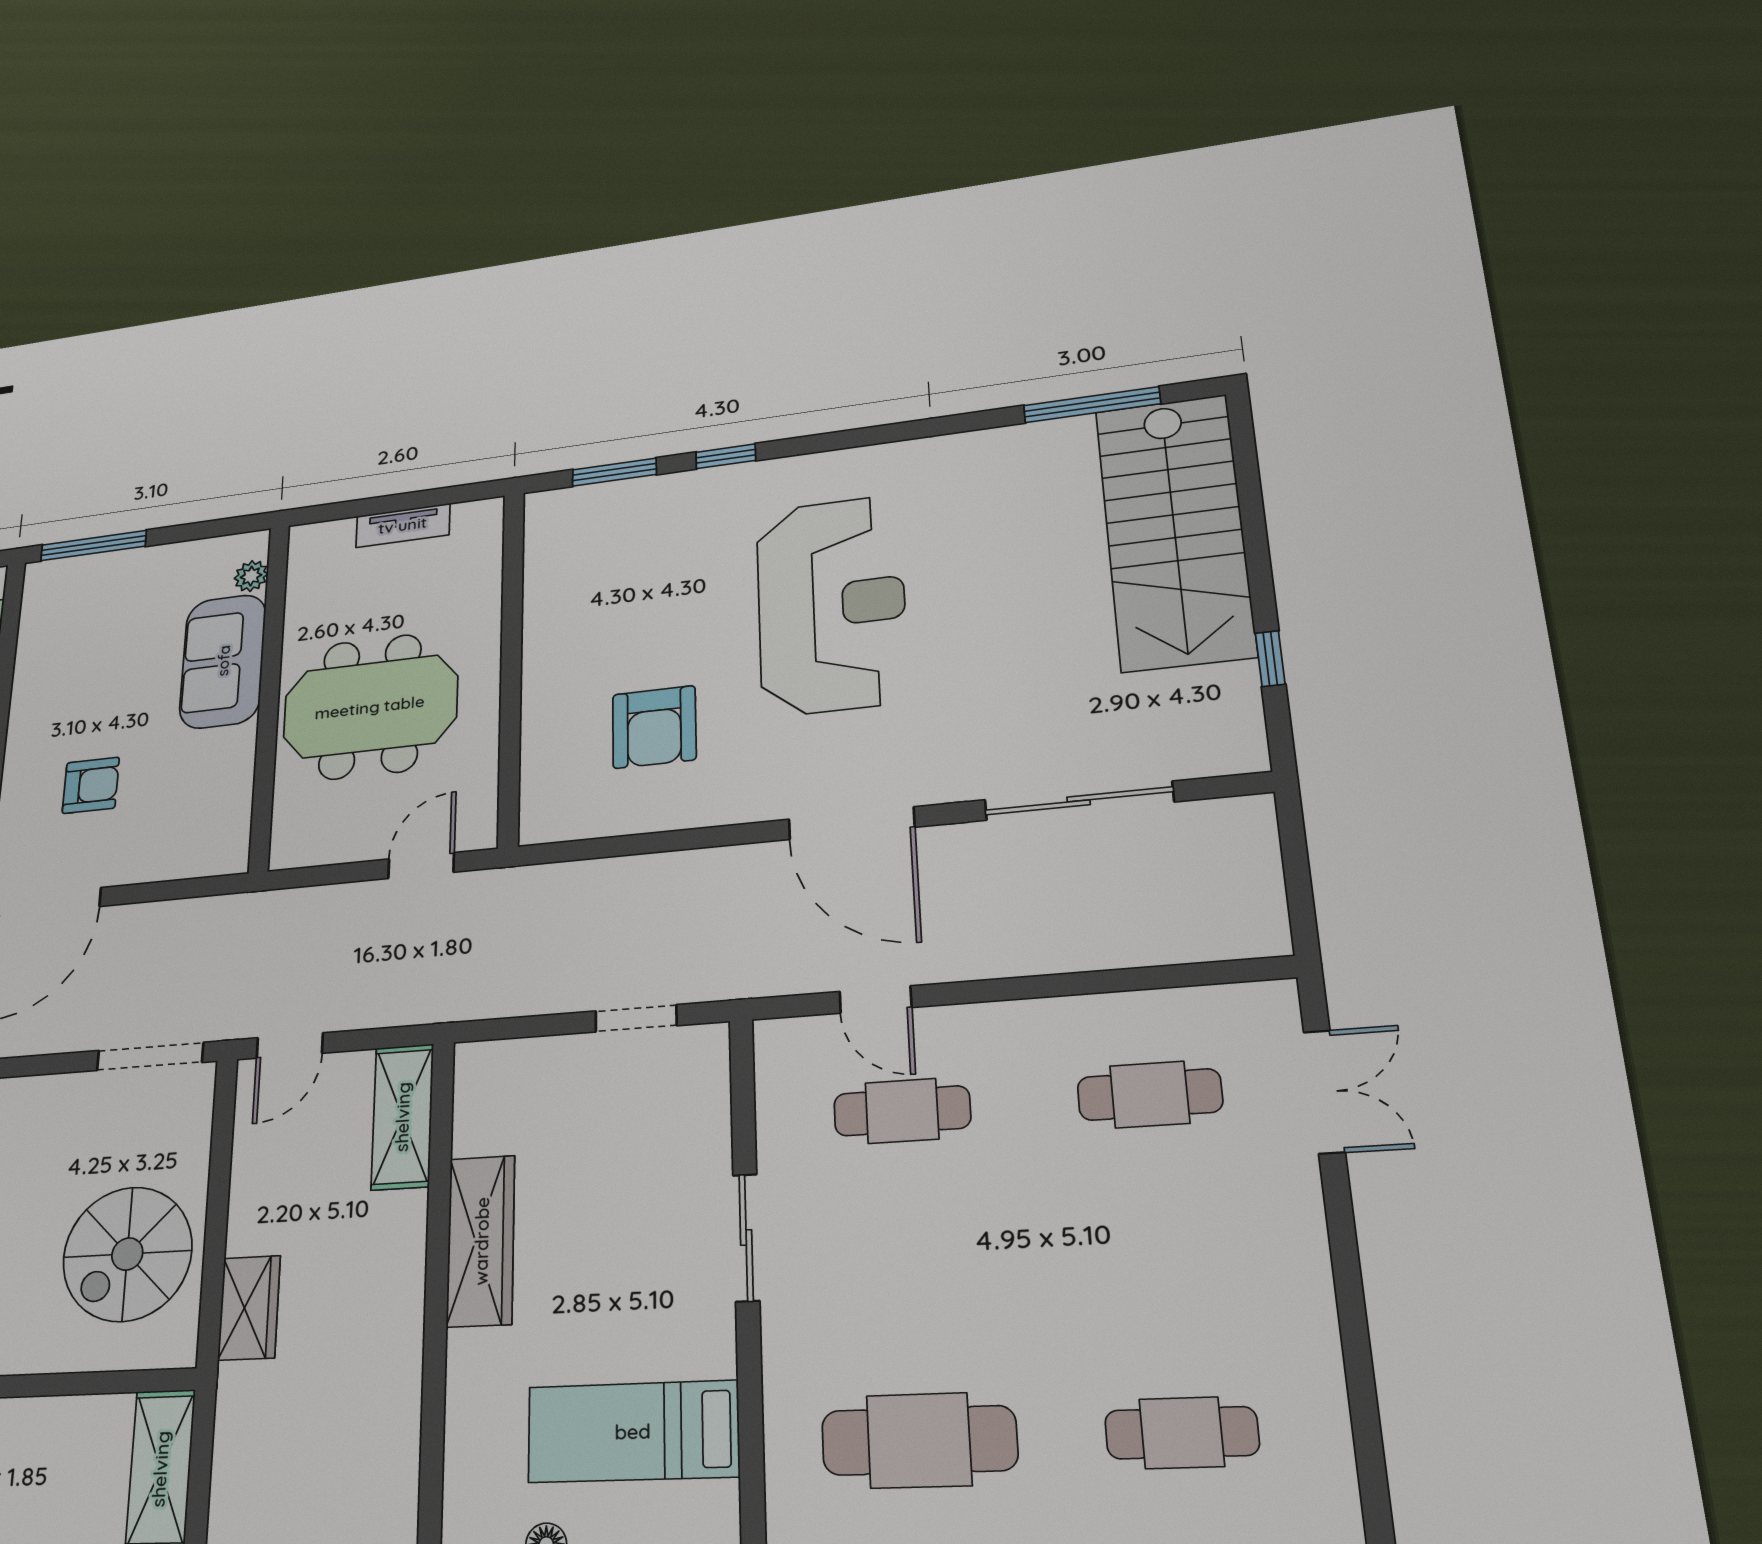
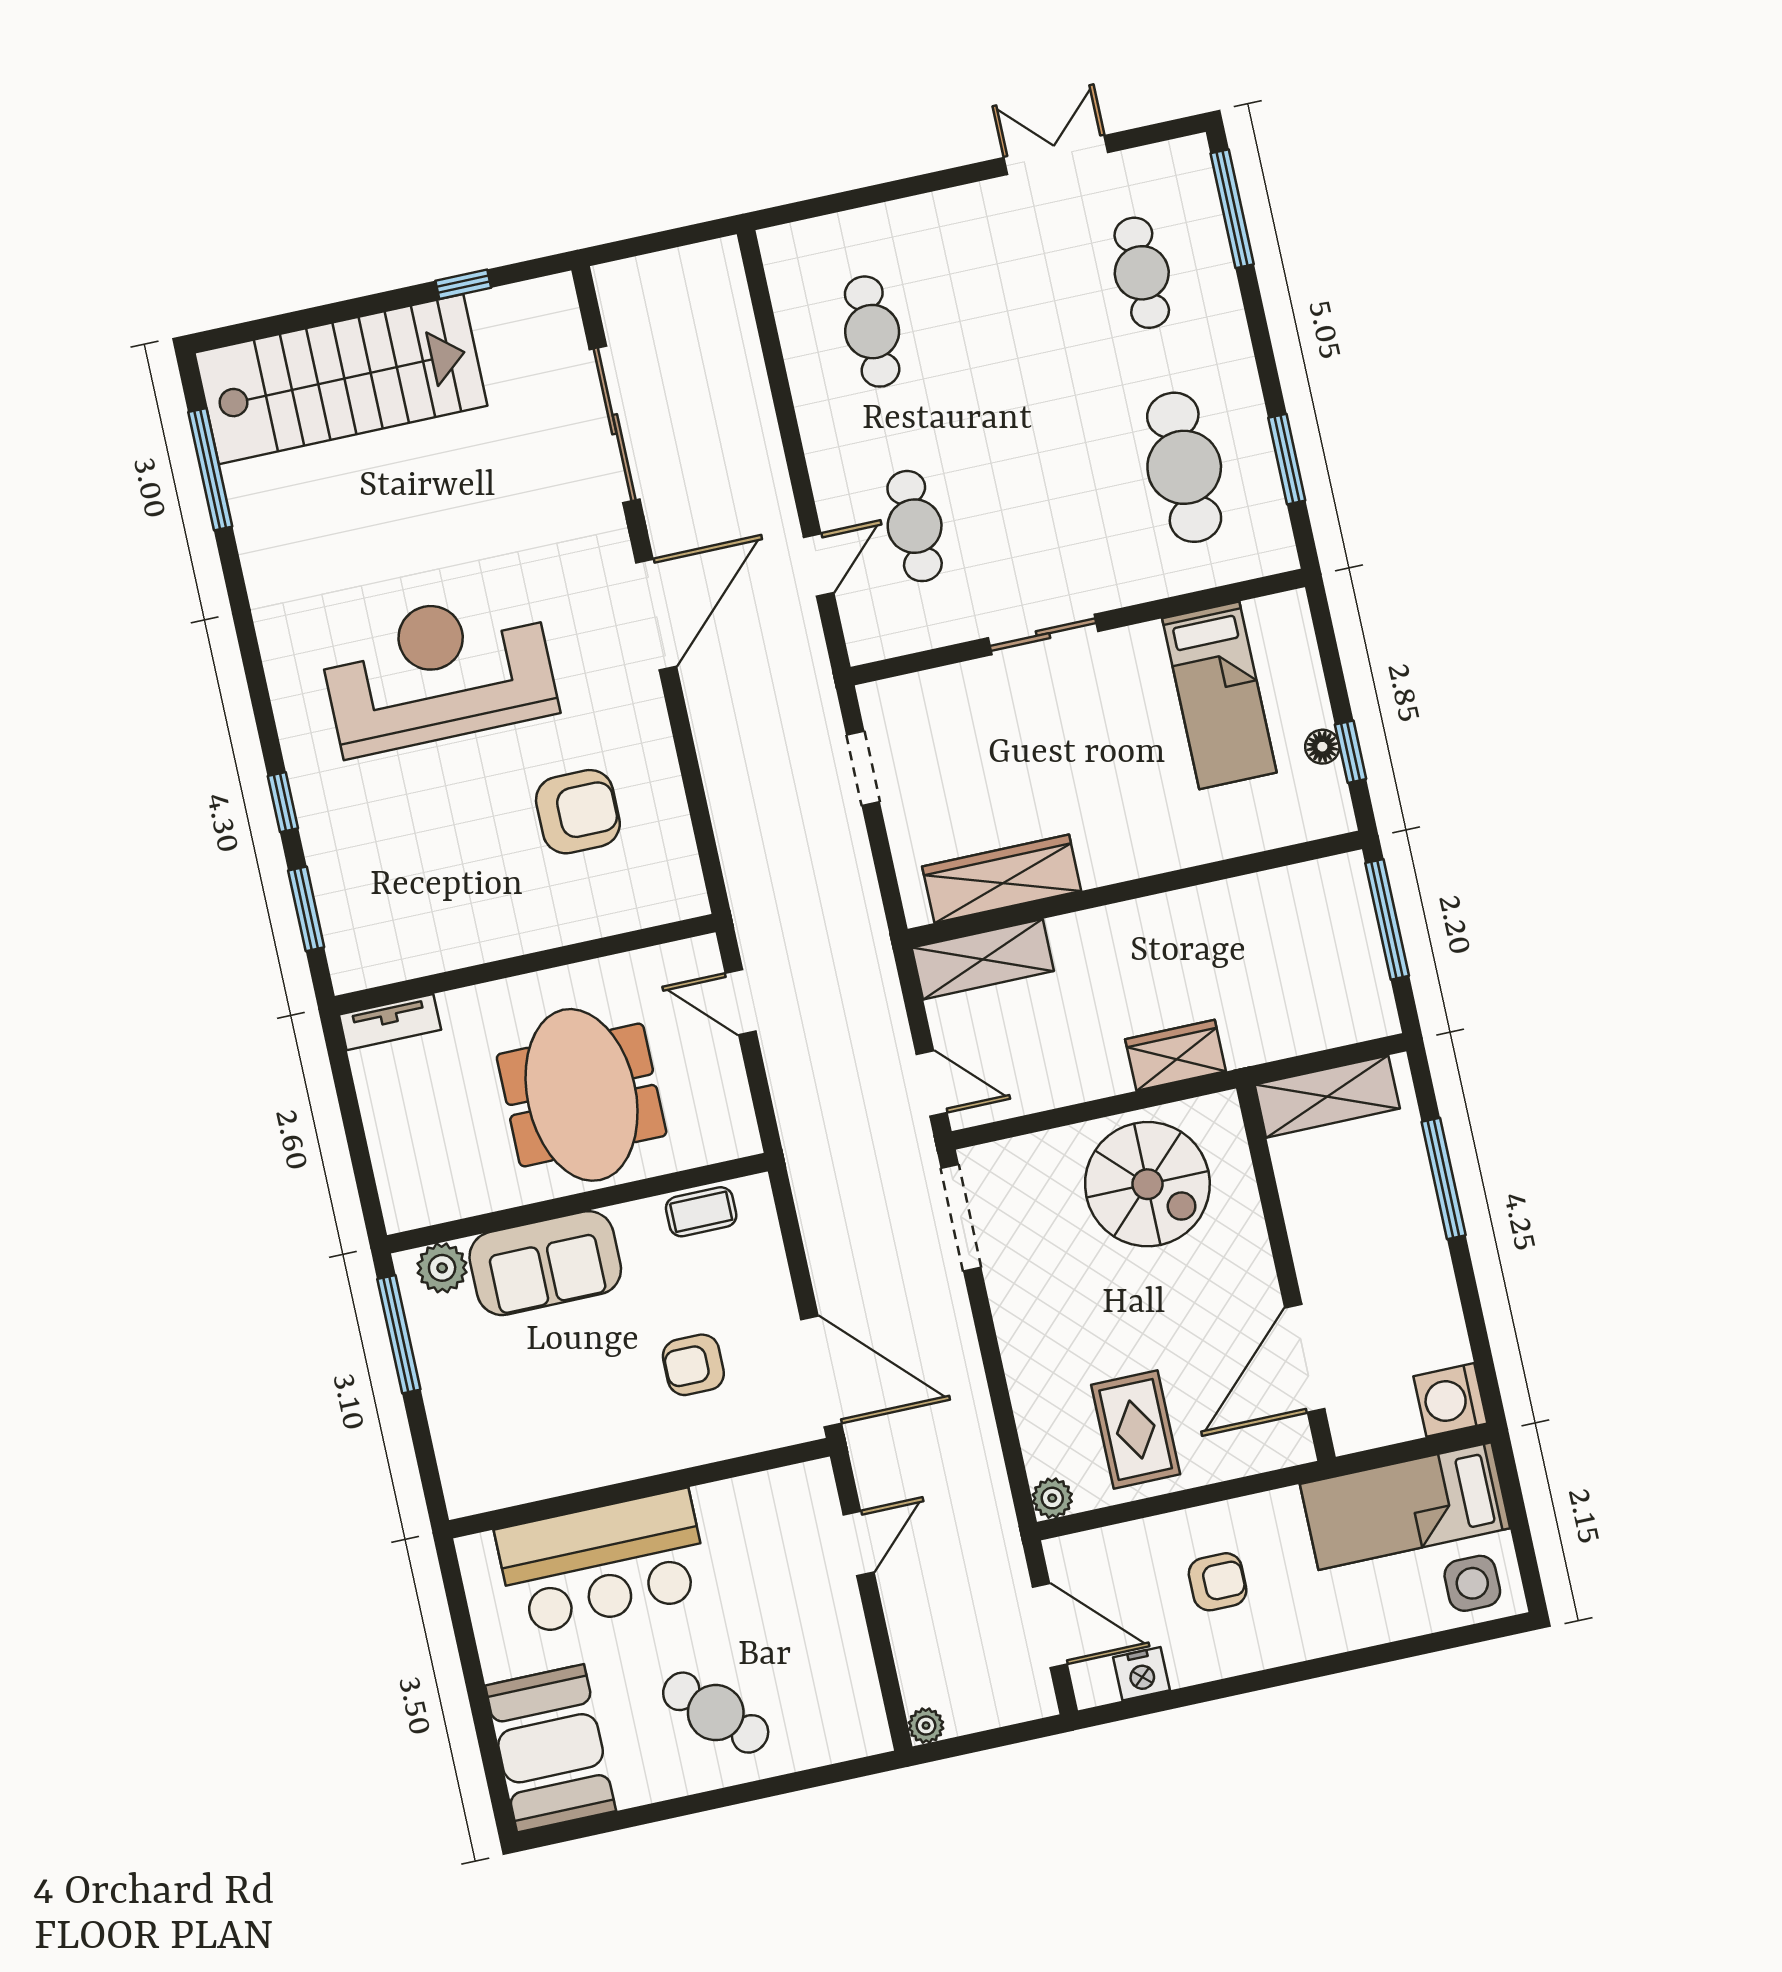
tv unit: (403, 525) -> (390, 1022), moved, turned 90
window: (93, 546) -> (399, 1334), moved
plant: (251, 576) -> (442, 1268), width x1.38, depth x1.38
armchair: (91, 785) -> (693, 1365), turned -90
coffee table: (229, 807) -> (701, 1212), added
double door: (1324, 1092) -> (1056, 155), moved
wardrobe: (481, 1241) -> (1002, 879), moved

